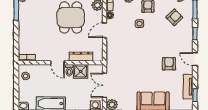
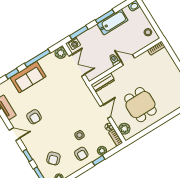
dresser: (81, 57) -> (103, 82), moved
shower: (81, 71) -> (104, 65), removed

